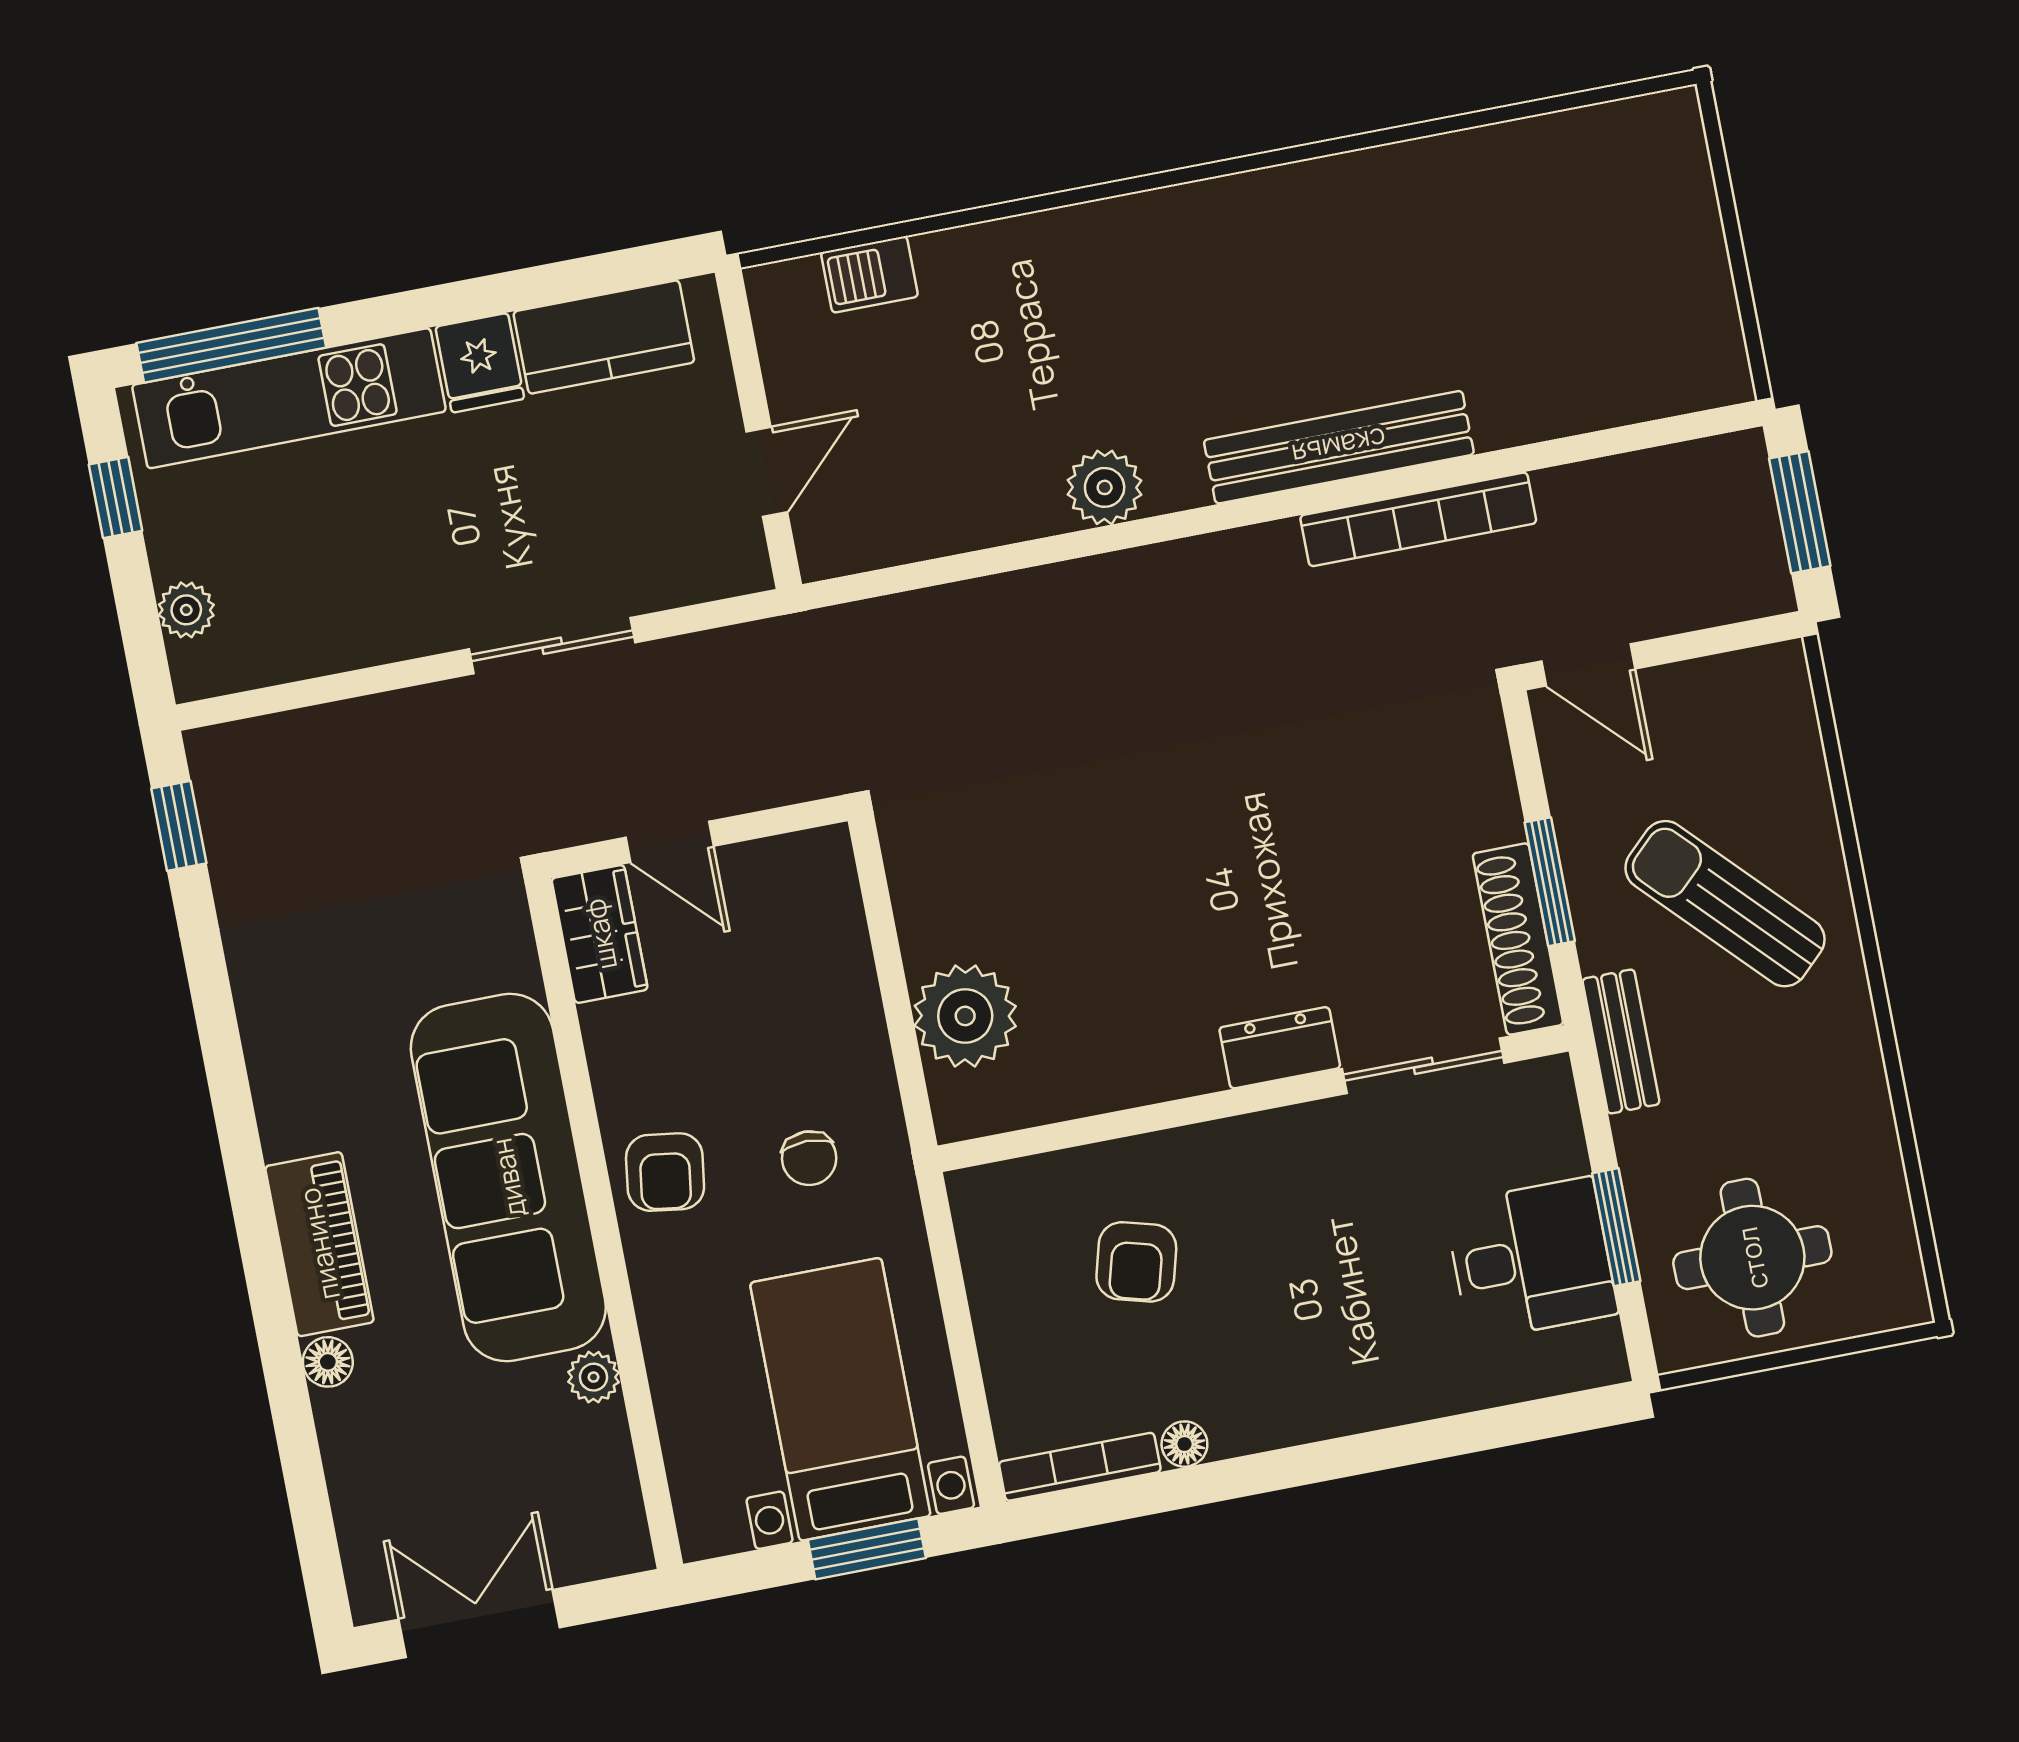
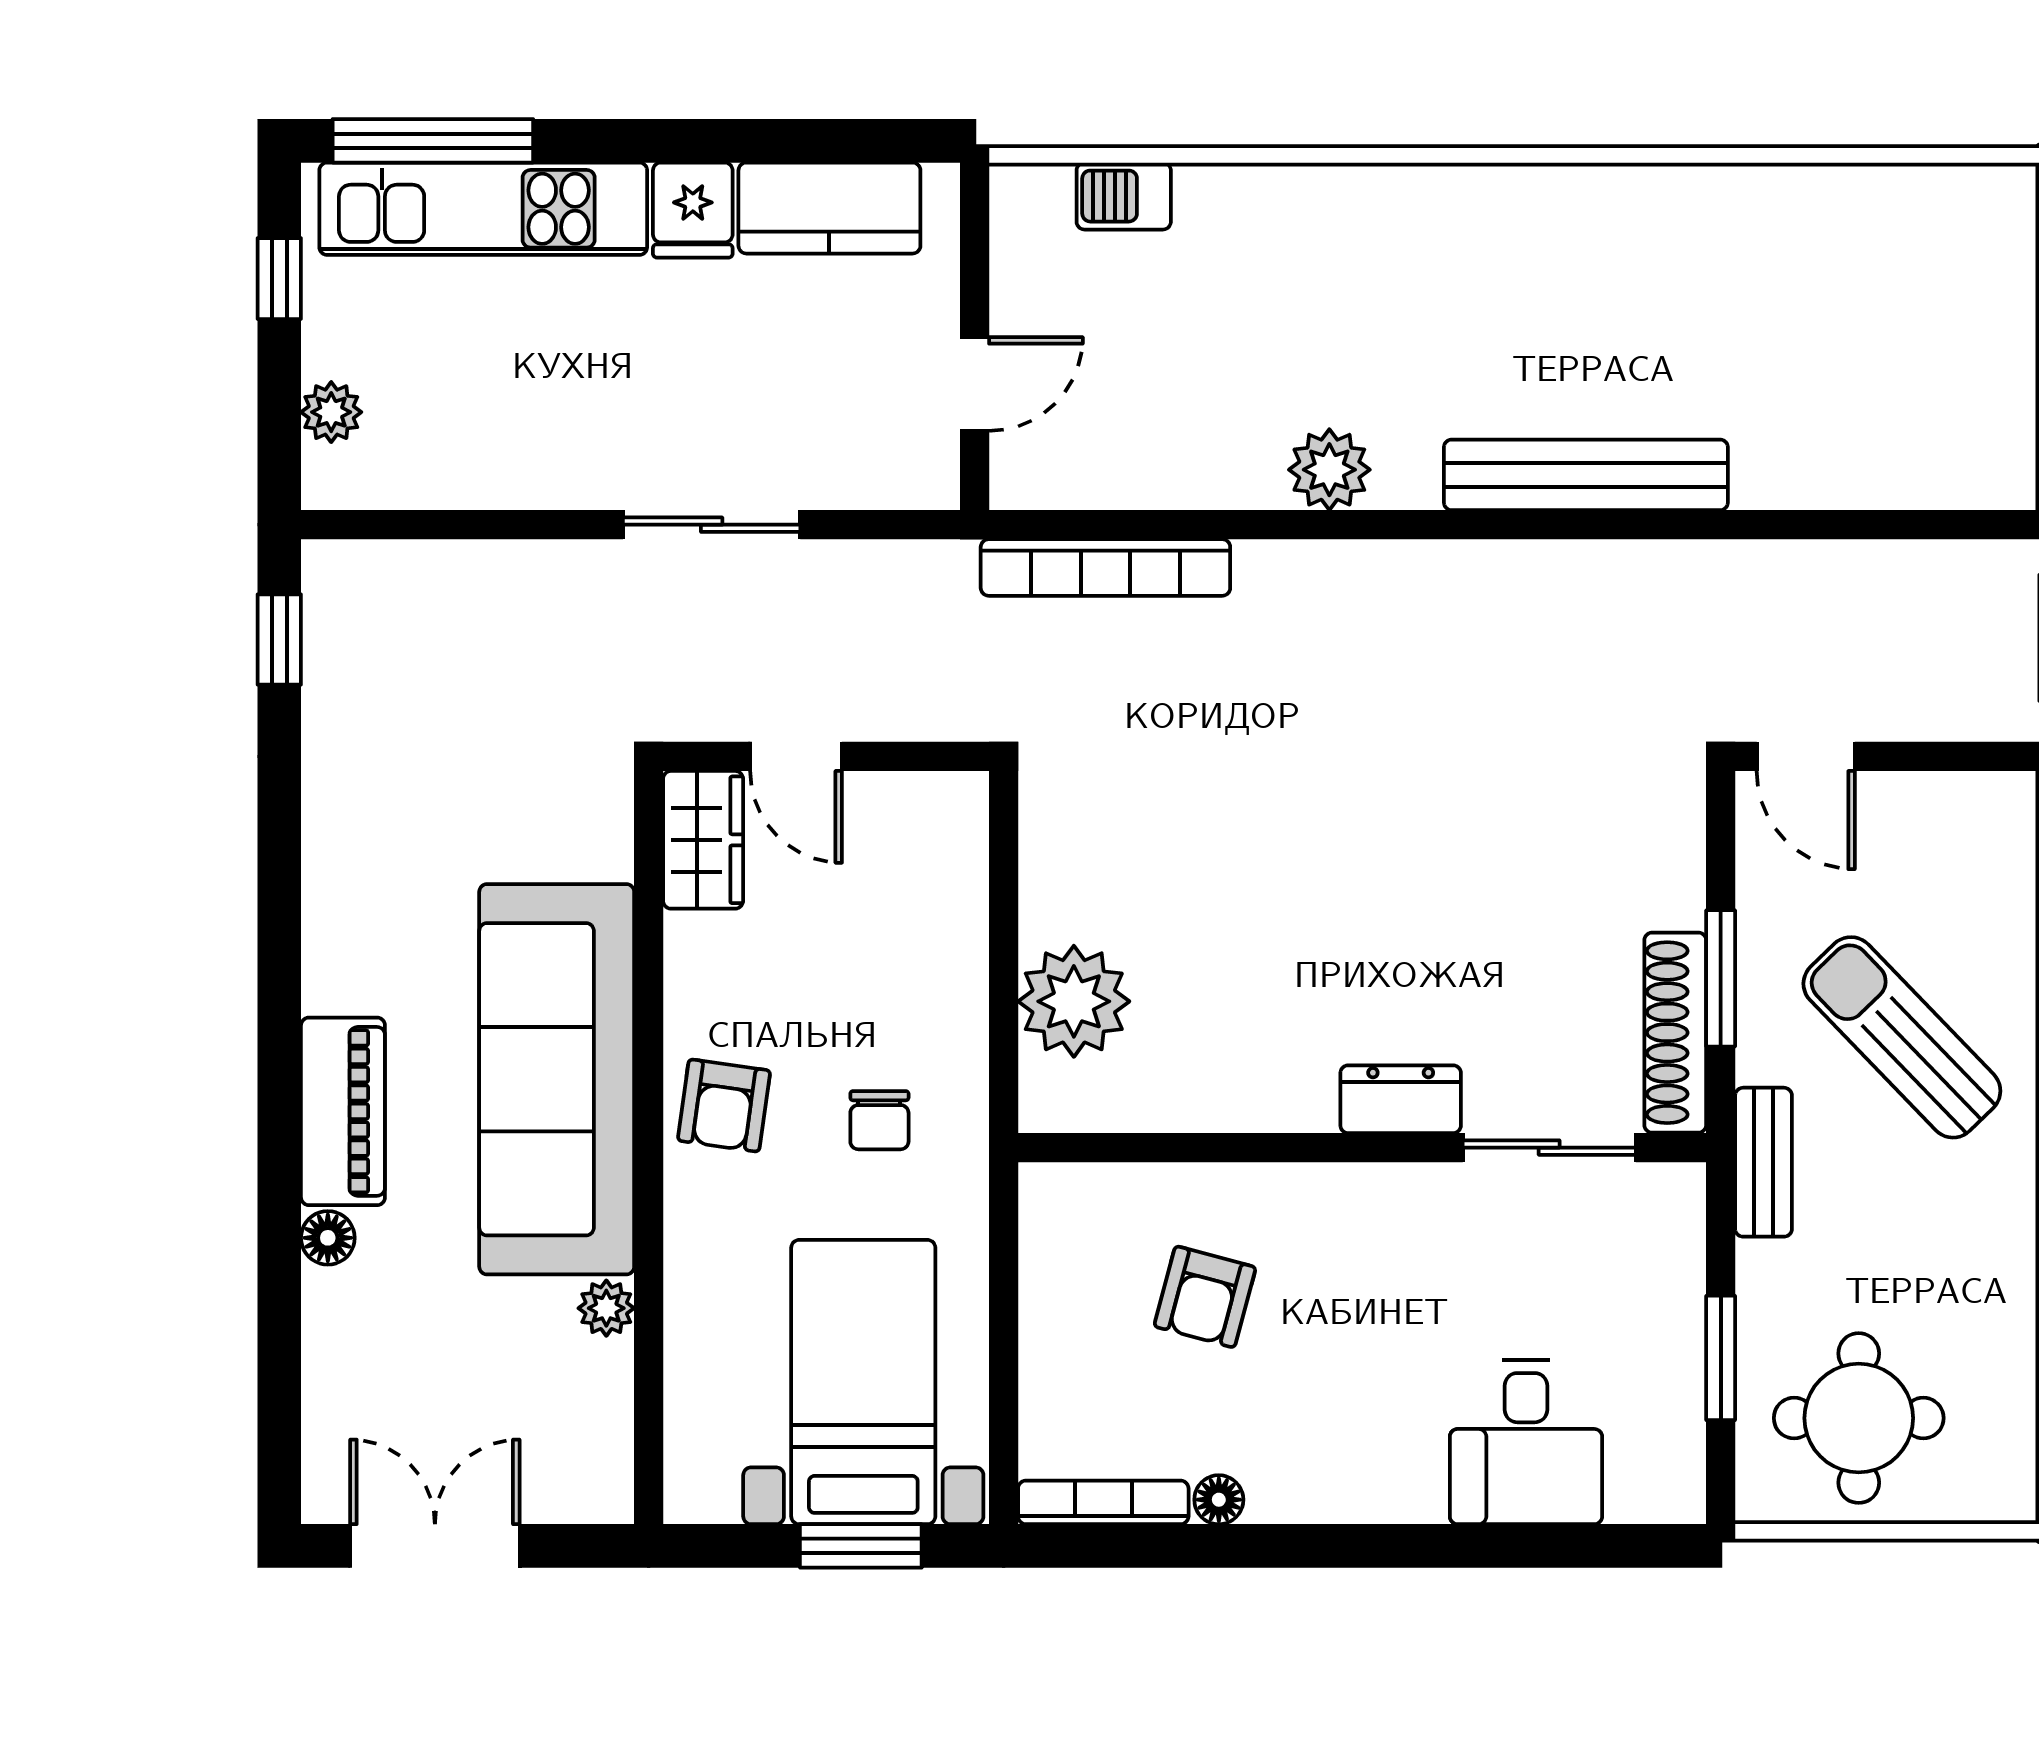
bookcase: (1418, 519) -> (1105, 567), moved
desk: (1531, 1259) -> (1526, 1442), moved, turned 90

